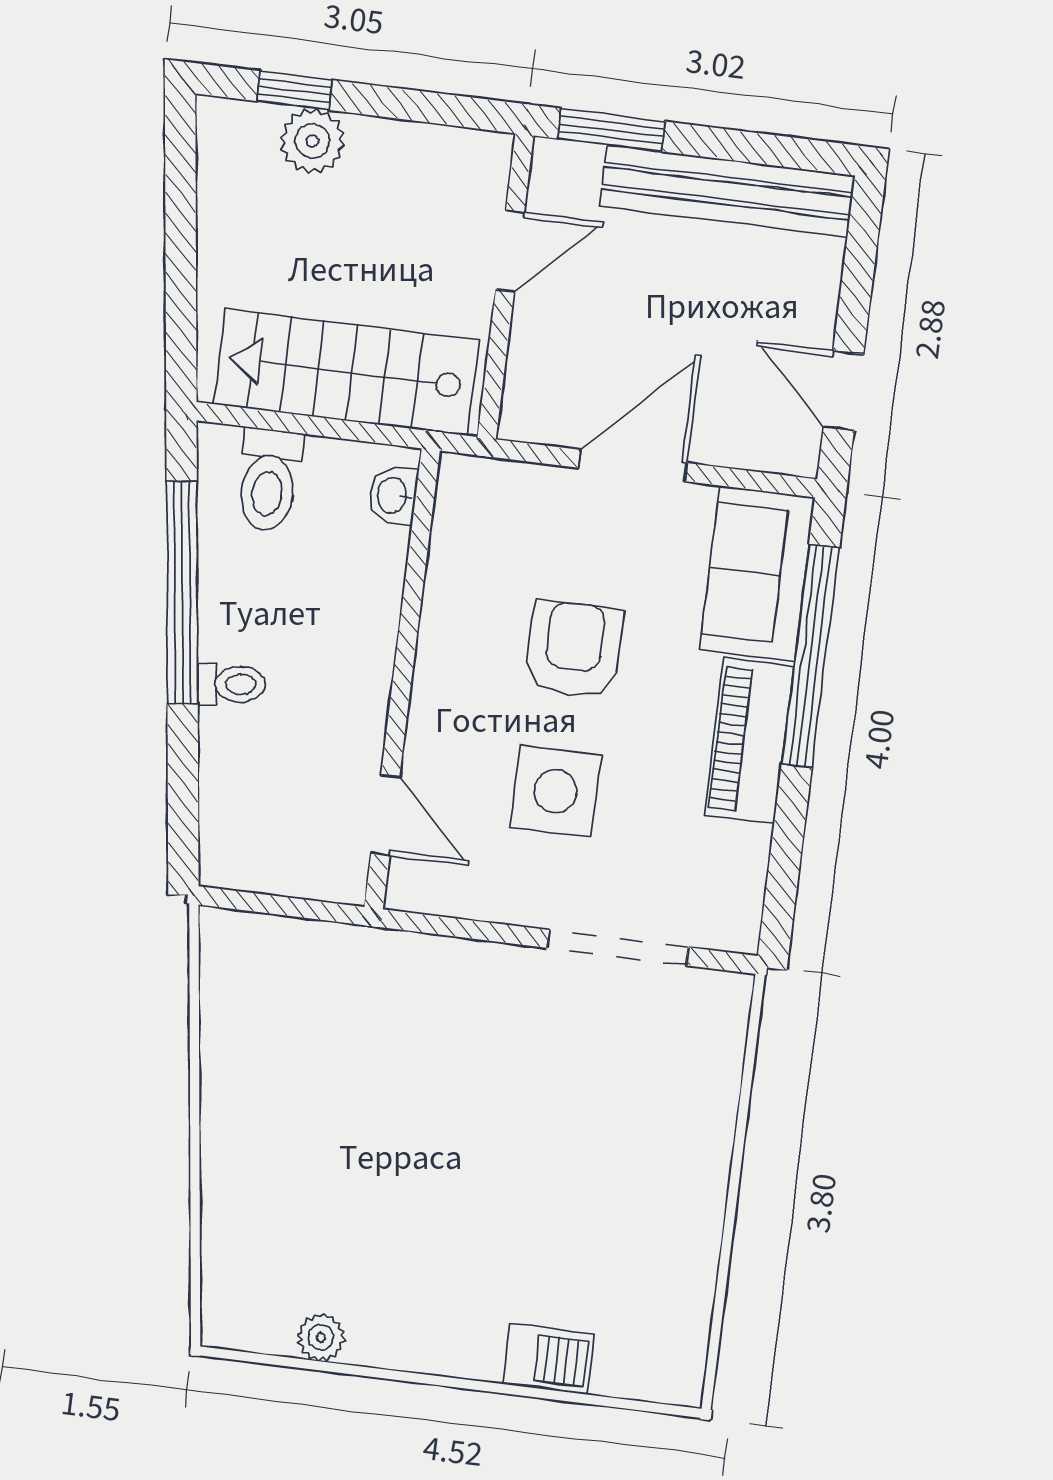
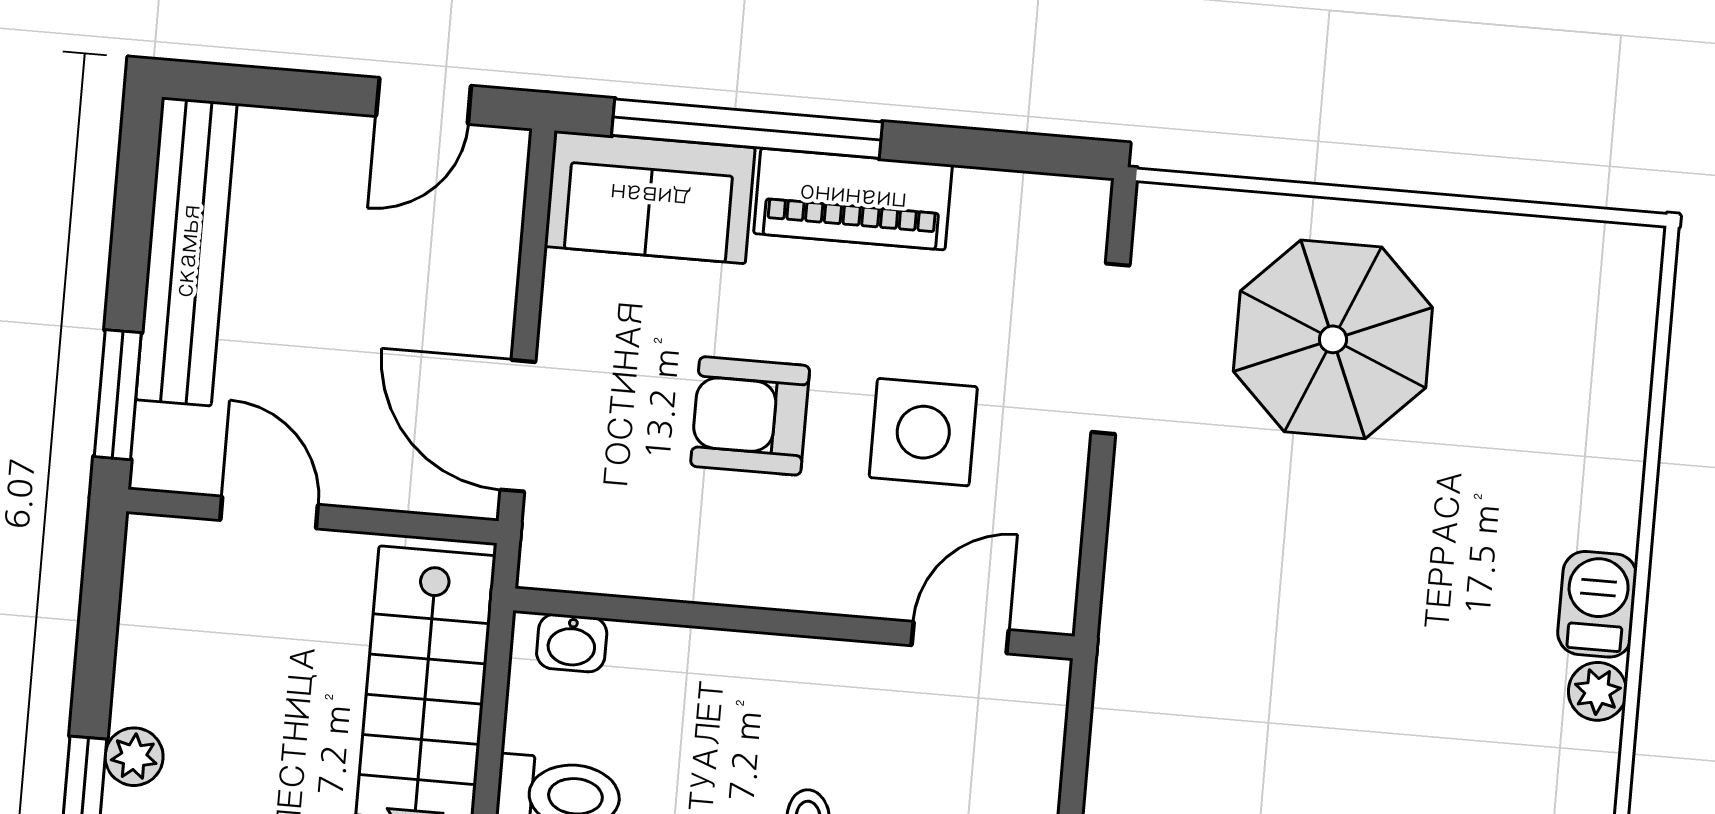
plant: (312, 141) -> (134, 757), width x0.73, depth x0.73
door: (633, 465) -> (518, 426), moved
parasol: (619, 1131) -> (1333, 339), added
barbecue: (549, 1359) -> (1597, 604), moved

